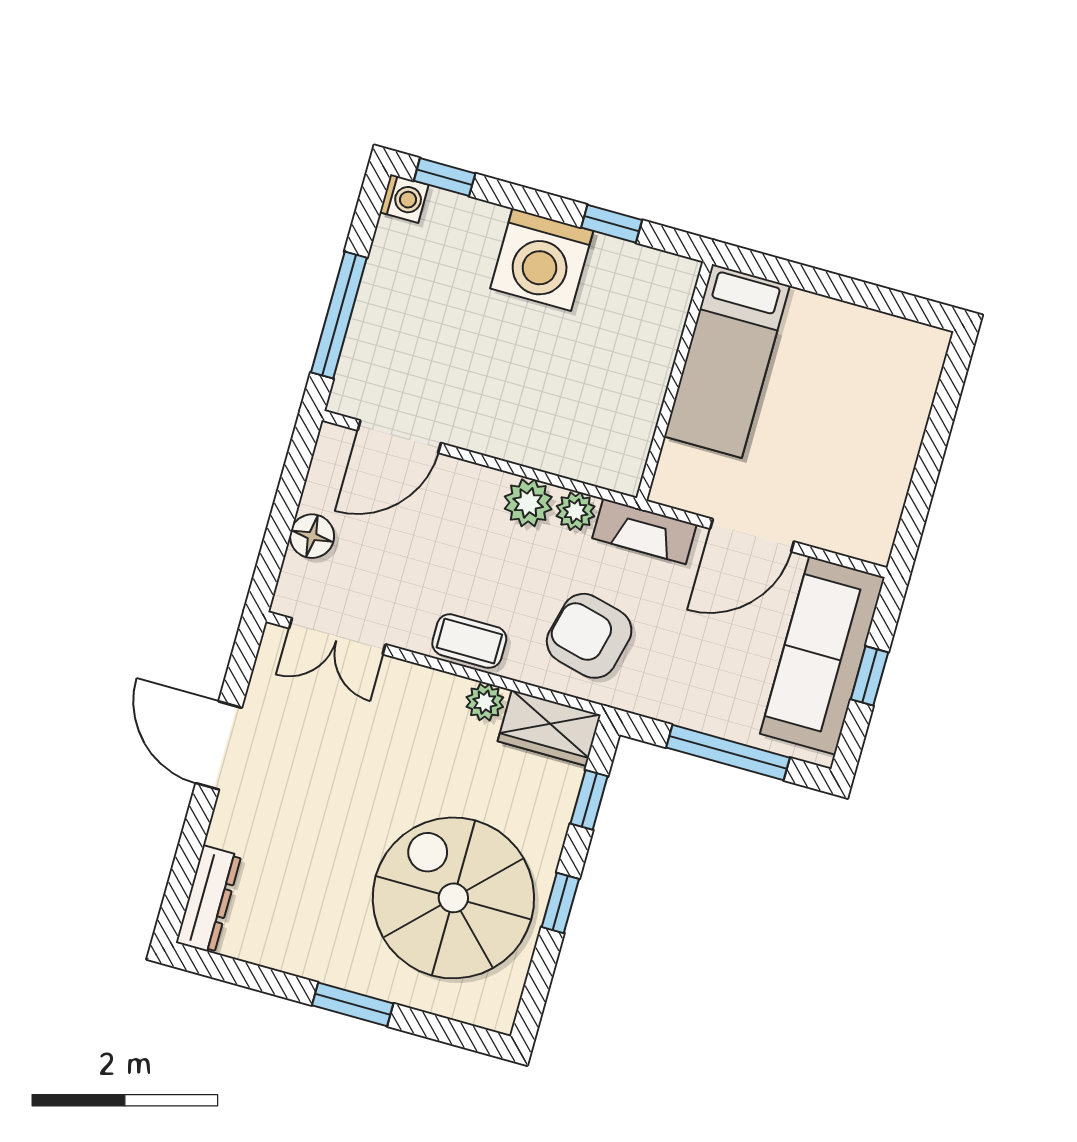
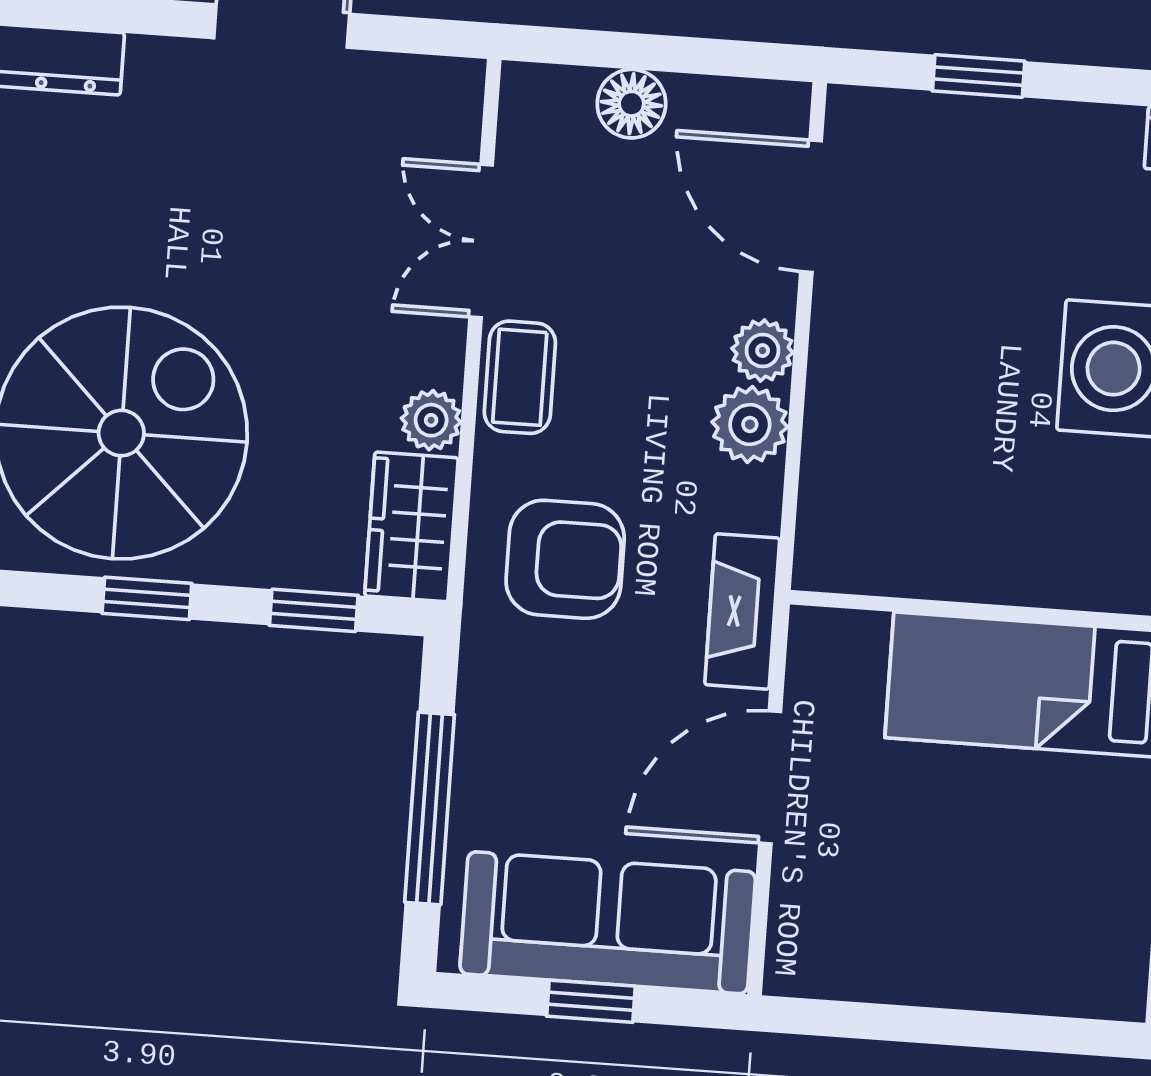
window: (339, 315) -> (979, 76), width x0.46
plant: (575, 511) -> (763, 351), moved
door: (752, 535) -> (770, 777), hinge flipped
double door: (337, 636) -> (481, 241), moved
armchair: (589, 636) -> (565, 559), turned 76

